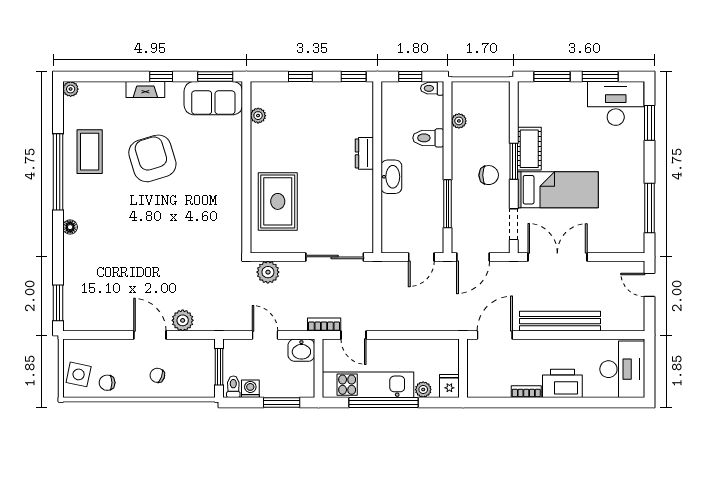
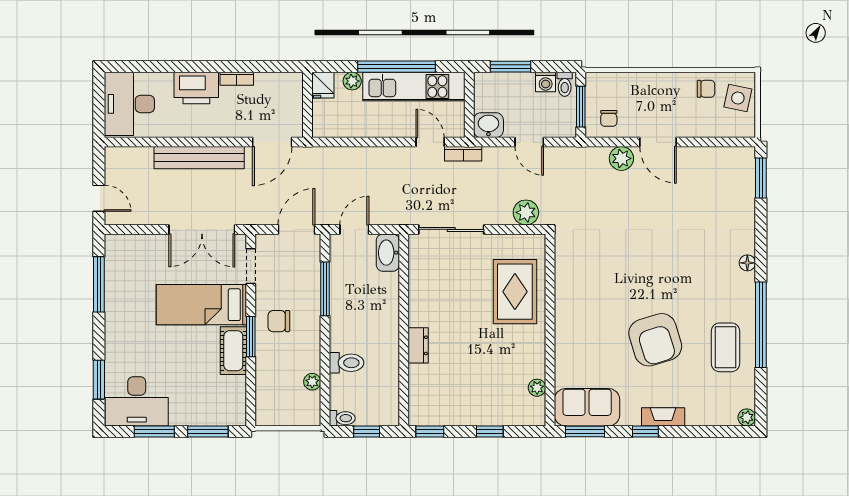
washbasin: (391, 177) -> (388, 253), moved
chair: (157, 375) -> (609, 118), moved, turned 70

